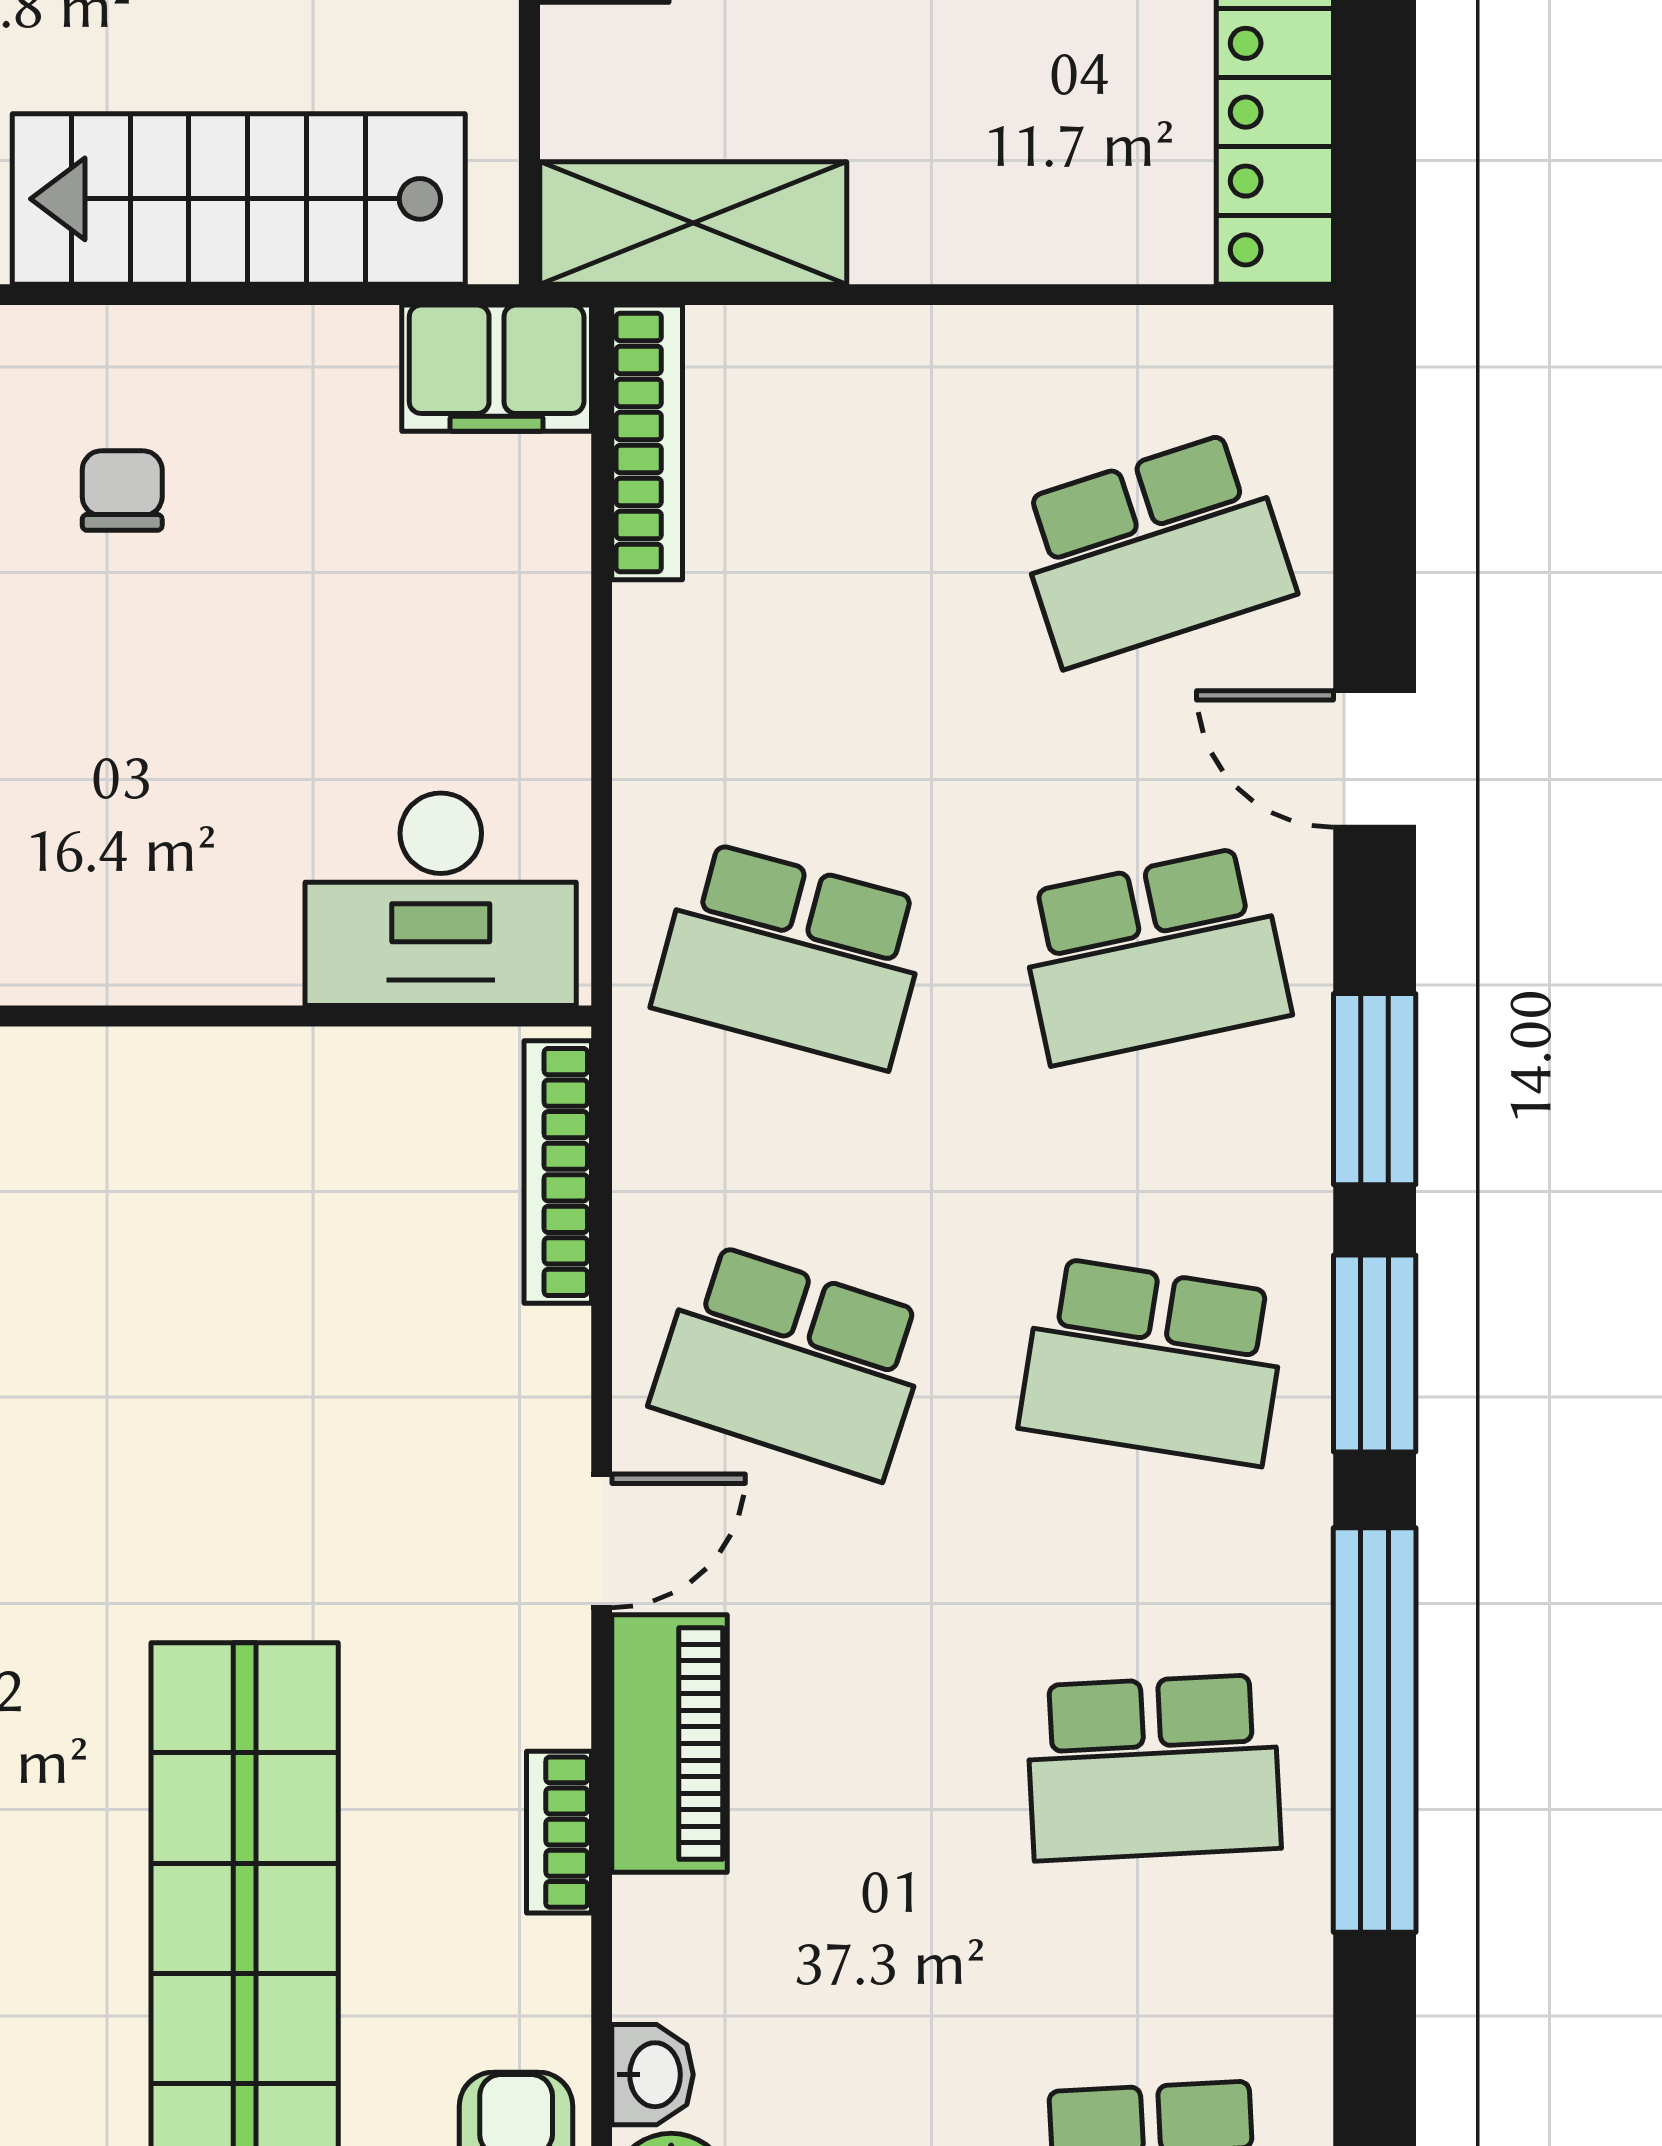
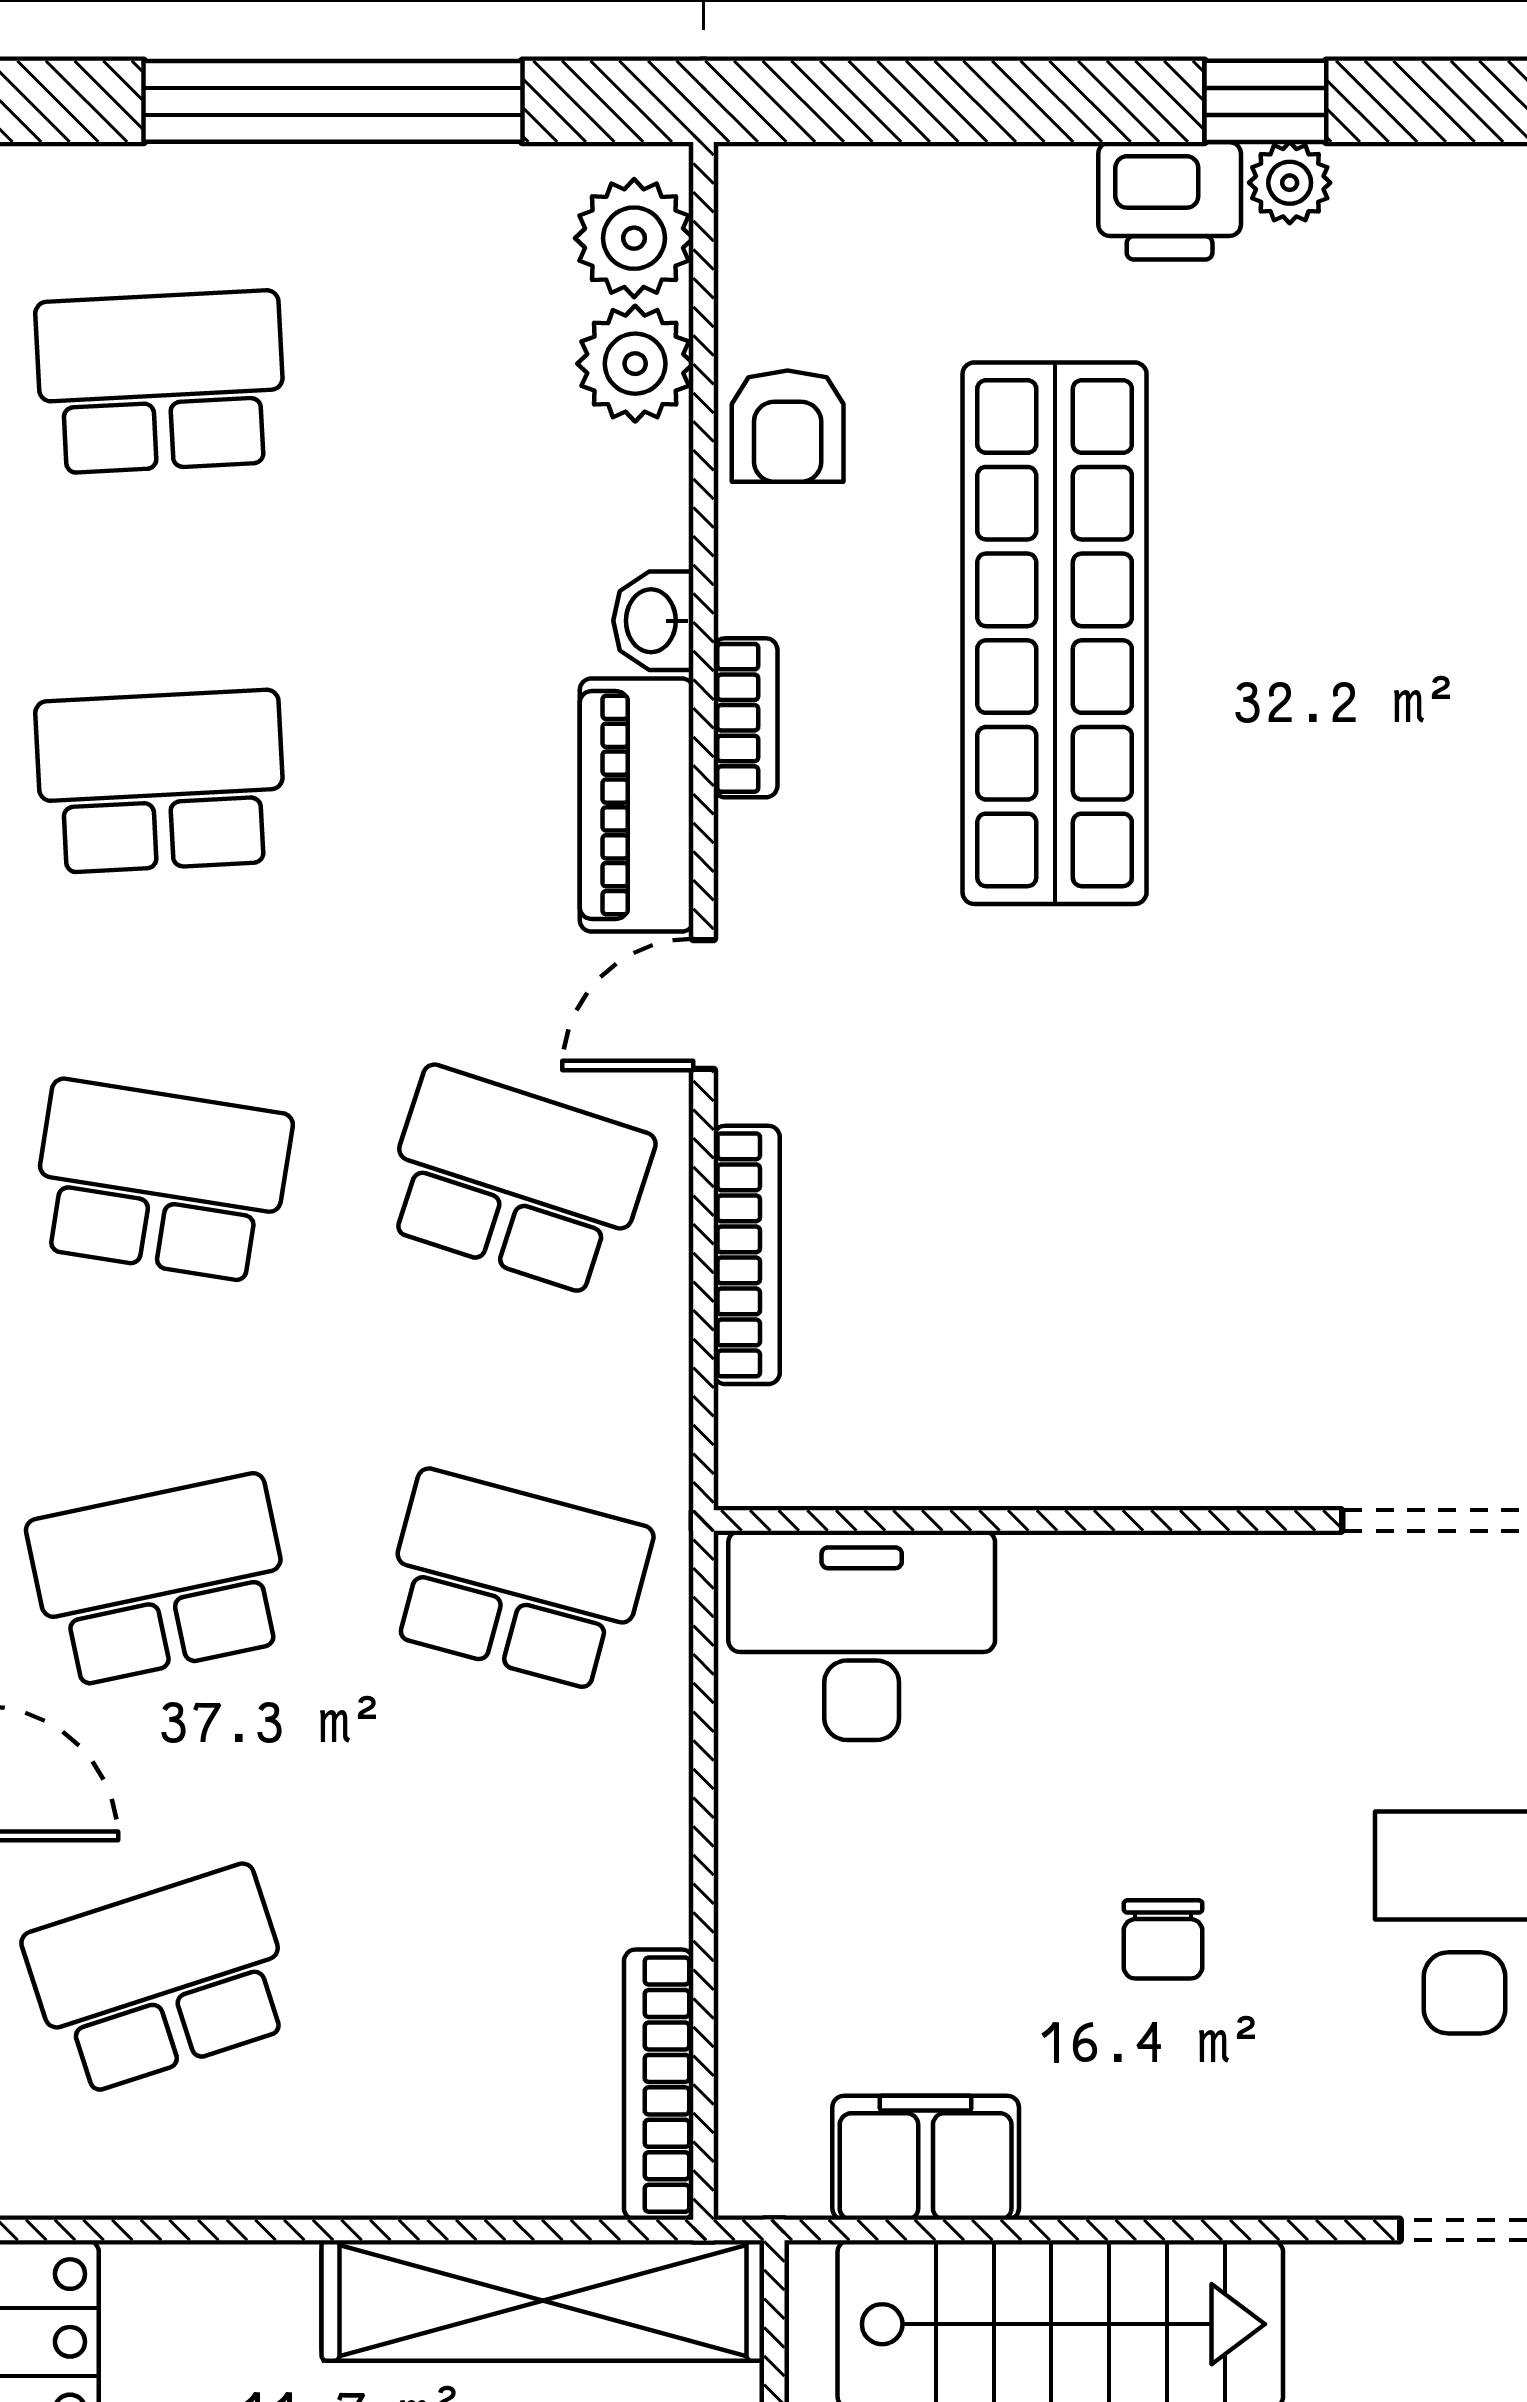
shelving: (693, 223) -> (543, 2301), width x1.47
filing cabinet: (497, 368) -> (926, 2158), moved
chair: (122, 490) -> (1163, 1939), moved
bookcase: (558, 1172) -> (747, 1255), moved
washbasin: (653, 2075) -> (653, 621), moved

